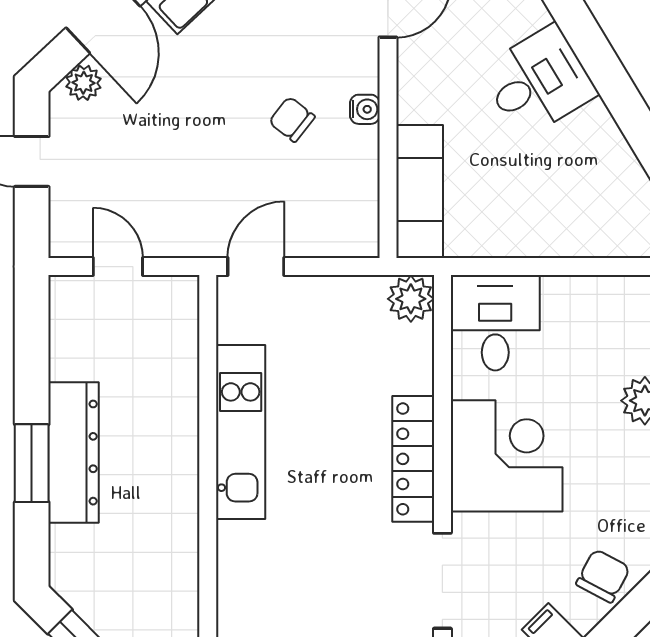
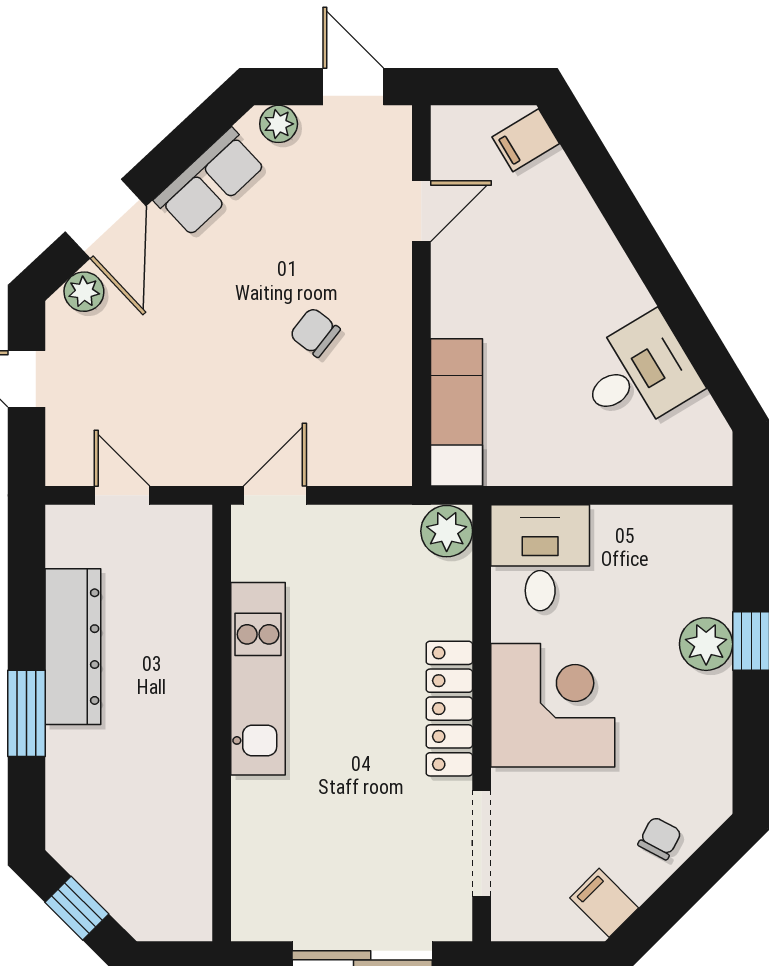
desk: (538, 82) -> (638, 374), moved
water cooler: (365, 109) -> (396, 321), removed
dresser: (74, 453) -> (73, 647), moved
chair: (603, 576) -> (660, 838), width x0.73, depth x0.73

